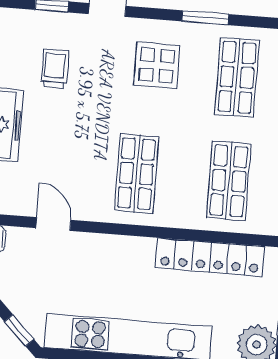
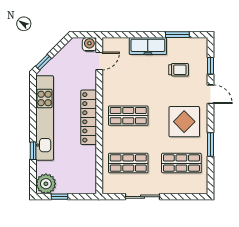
display table: (157, 65) -> (184, 122), width x1.36, depth x1.36
door: (53, 224) -> (99, 61), moved
locker: (210, 257) -> (89, 117), moved

